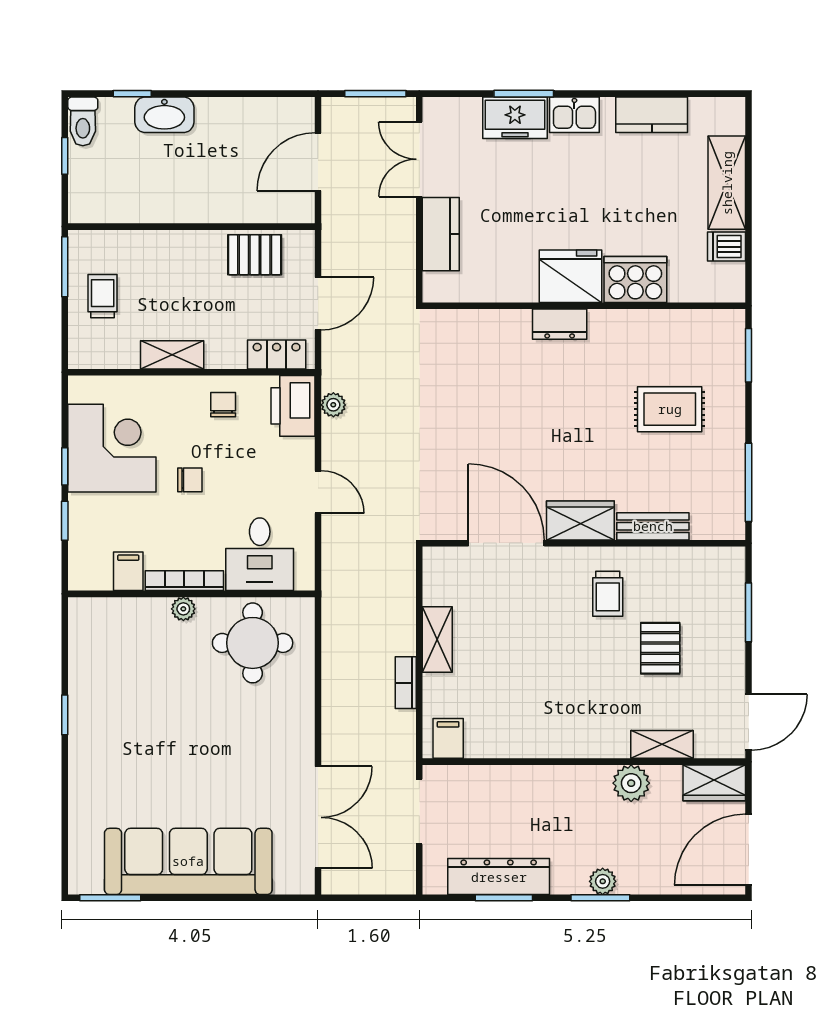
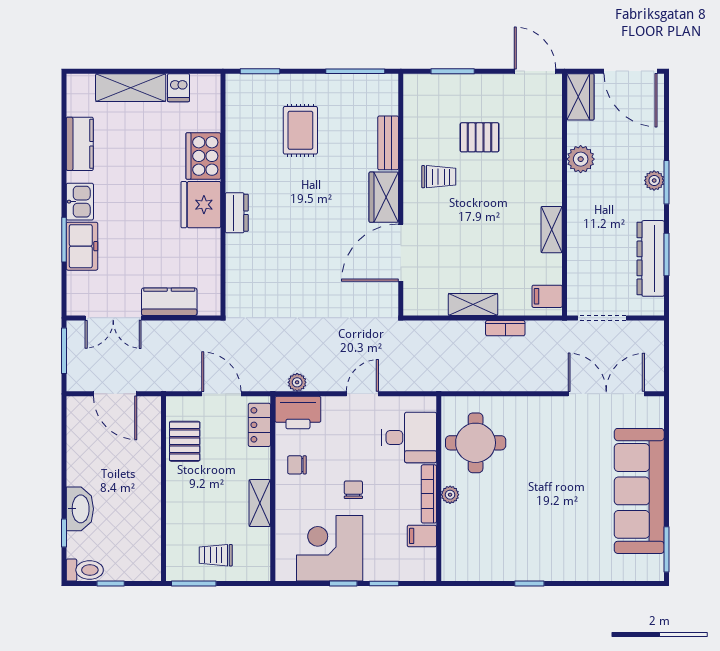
shelving: (662, 744) -> (552, 230), moved

